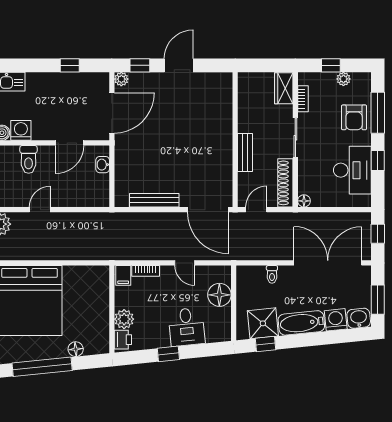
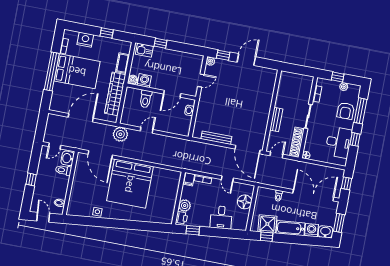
window: (70, 65) -> (161, 43), moved
wardrobe: (284, 88) -> (307, 85), removed
door: (112, 113) -> (201, 81), width x0.53
floor lamp: (76, 349) -> (152, 218), removed
window: (168, 354) -> (193, 230), moved
window: (42, 367) -> (130, 225), removed

